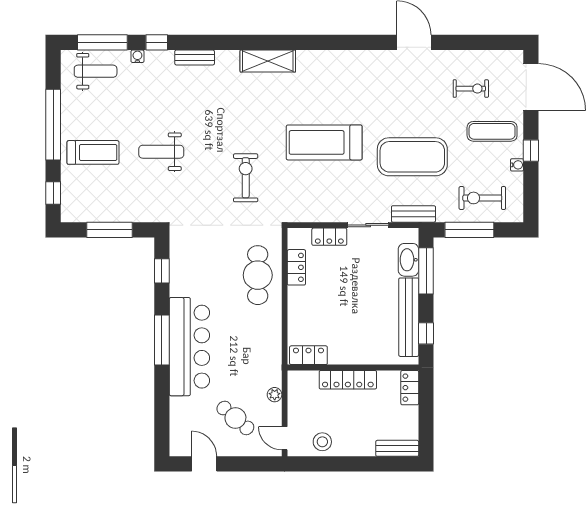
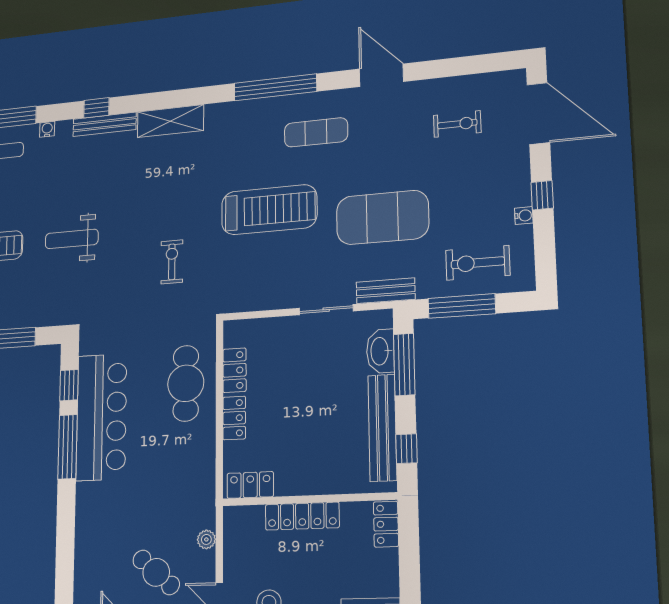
window: (157, 42) -> (96, 108), moved
window: (330, 42) -> (275, 87), added
bench: (195, 58) -> (105, 124), width x1.36
shelving: (268, 61) -> (170, 121), moved
exercise mat: (492, 131) -> (316, 132), moved
treadmill: (324, 142) -> (269, 210), turned 180
exercise bike: (246, 178) -> (172, 262), width x0.73, depth x0.72
locker: (329, 237) -> (234, 418), moved, turned -90
window: (162, 340) -> (68, 447), moved
bar counter: (189, 347) -> (101, 417), moved

